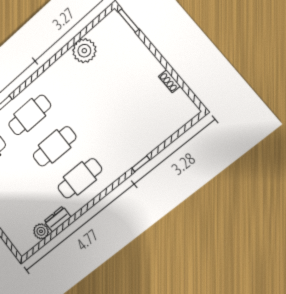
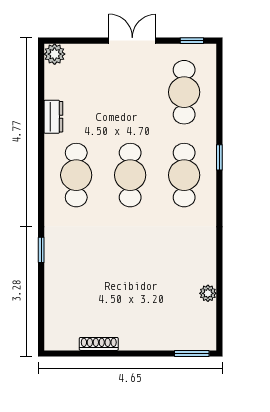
plant: (84, 51) -> (208, 293), width x0.53, depth x0.53
shoe rack: (169, 81) -> (99, 344), width x1.43
plant: (41, 231) -> (55, 54), moved

